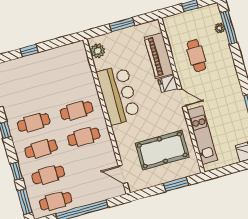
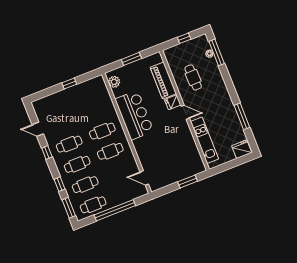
window: (29, 51) -> (69, 83), moved
pool table: (162, 150) -> (174, 155), removed

